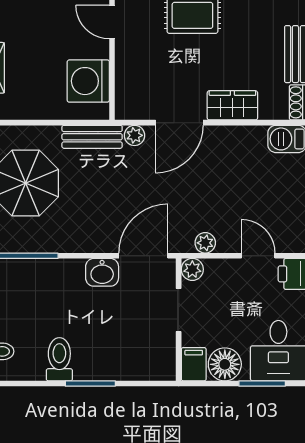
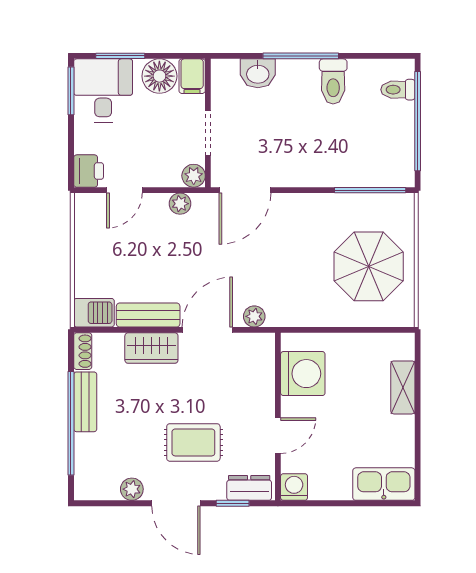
door: (112, 22) -> (278, 436), hinge flipped
bench: (92, 137) -> (148, 315), moved
door: (258, 256) -> (124, 190), hinge flipped
washbasin: (102, 272) -> (258, 73), moved, turned 180
window: (90, 383) -> (301, 56), width x1.44

